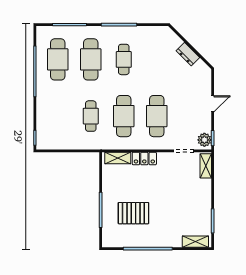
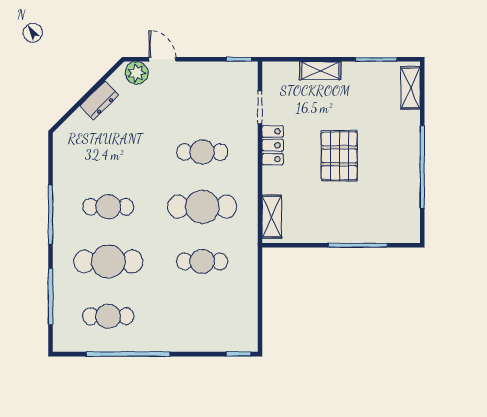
cafe table: (58, 59) -> (108, 316), width x0.73, depth x0.74
door: (213, 104) -> (162, 59), moved
cafe table: (157, 116) -> (202, 152), width x0.73, depth x0.74
plant: (204, 140) -> (137, 73), moved
locker: (144, 158) -> (273, 145), moved
shelving: (206, 166) -> (320, 71), moved
pallet: (133, 213) -> (339, 156), moved

